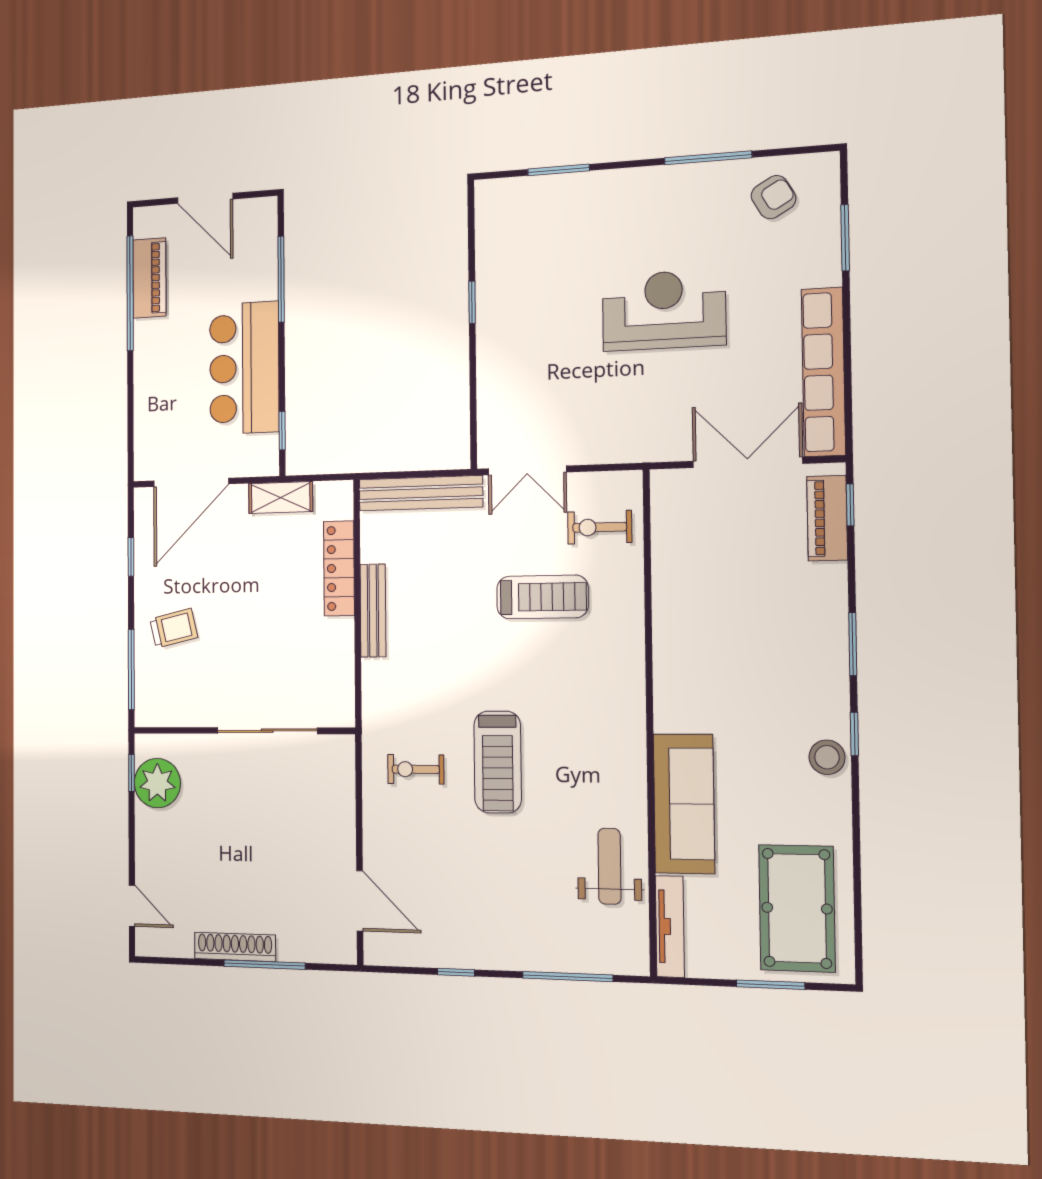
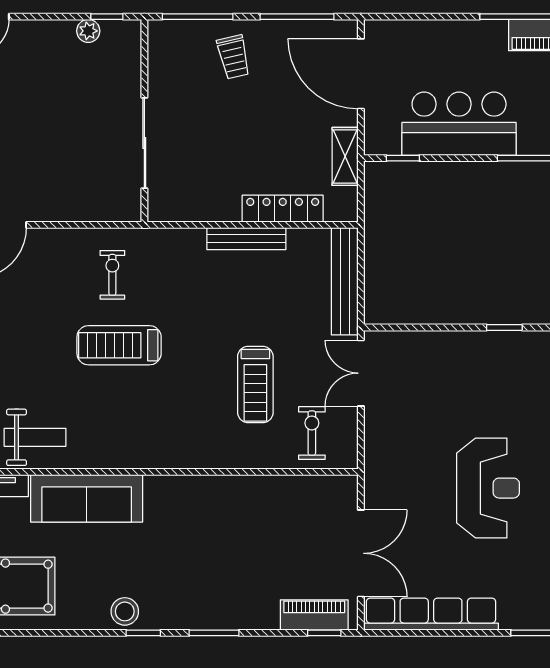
window: (131, 557) -> (297, 17), width x2.17
plant: (157, 783) -> (88, 31), width x0.53, depth x0.53

